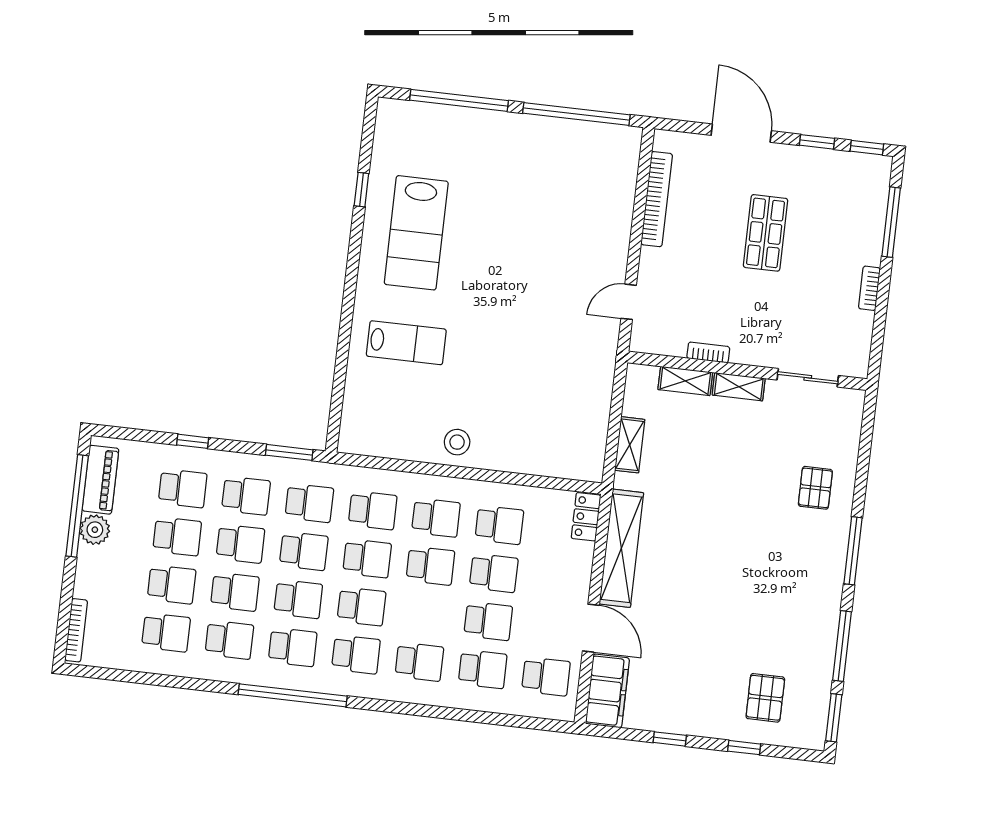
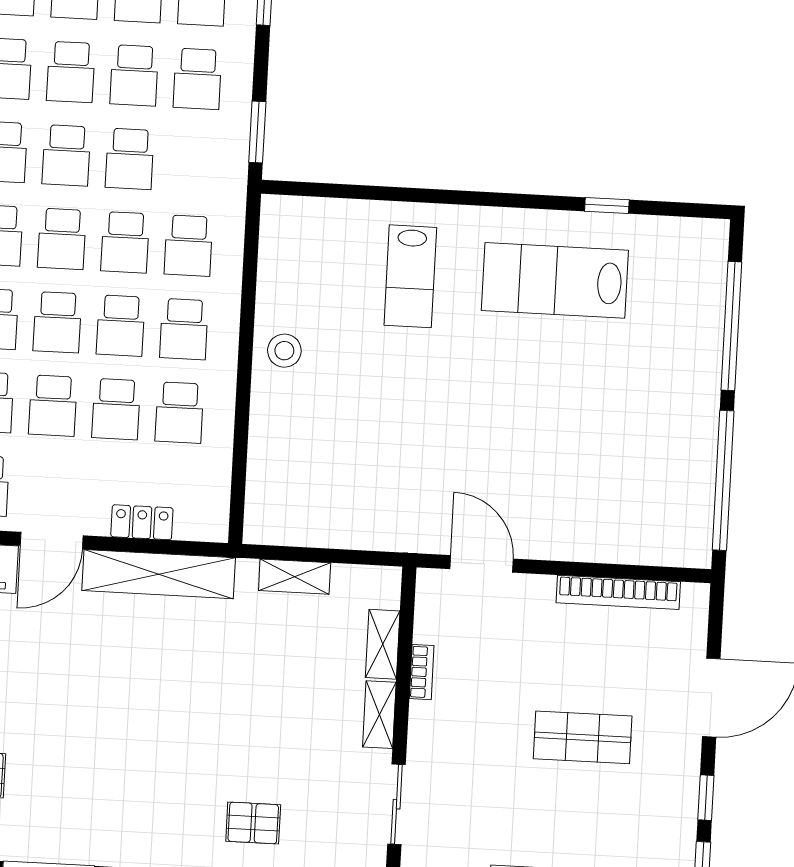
door: (629, 302) -> (482, 564), width x1.38
school desk: (309, 503) -> (57, 322), moved
locker: (586, 517) -> (142, 522), moved

